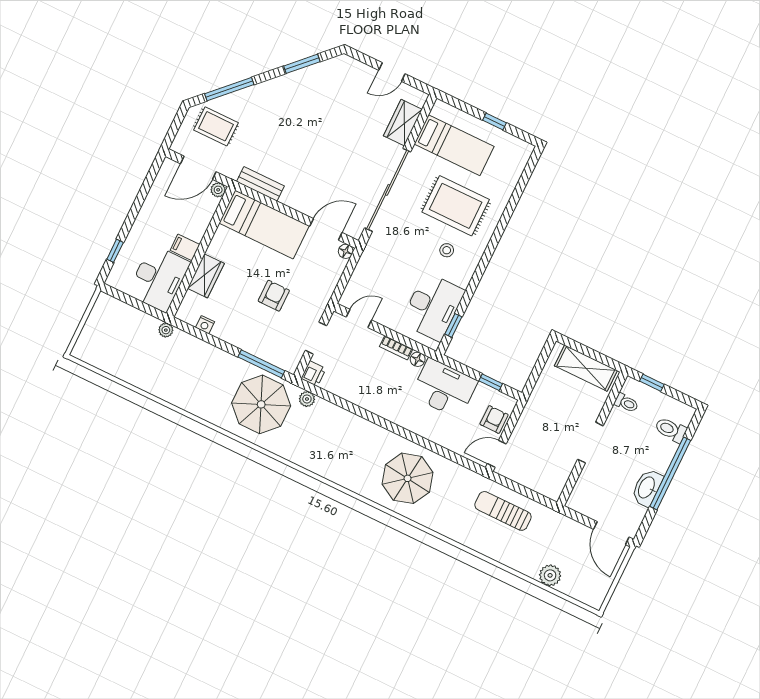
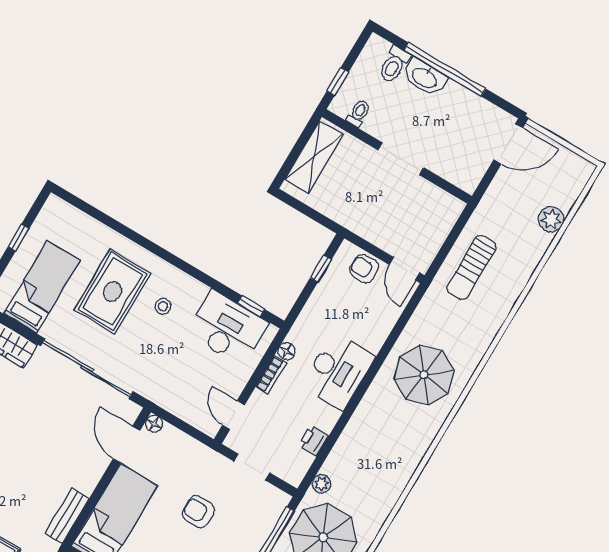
printer: (313, 374) -> (314, 441), moved, turned -90
desk: (444, 388) -> (338, 371), moved, turned 180
washbasin: (647, 488) -> (425, 77), moved

